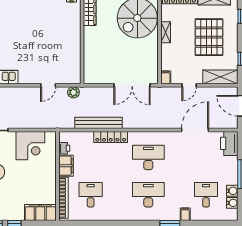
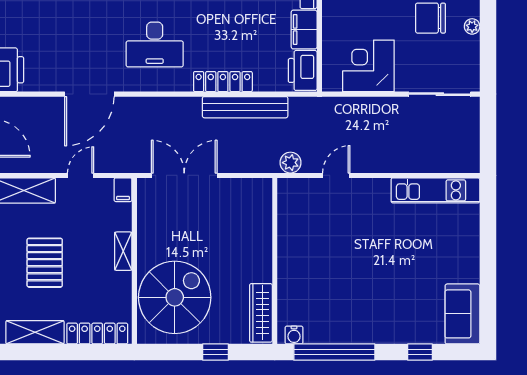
shelving: (166, 32) -> (123, 251), moved
pallet: (209, 37) -> (45, 263), width x0.73, depth x0.71
door: (195, 130) -> (89, 94), moved
printer: (64, 148) -> (303, 70), width x1.87, depth x1.48

